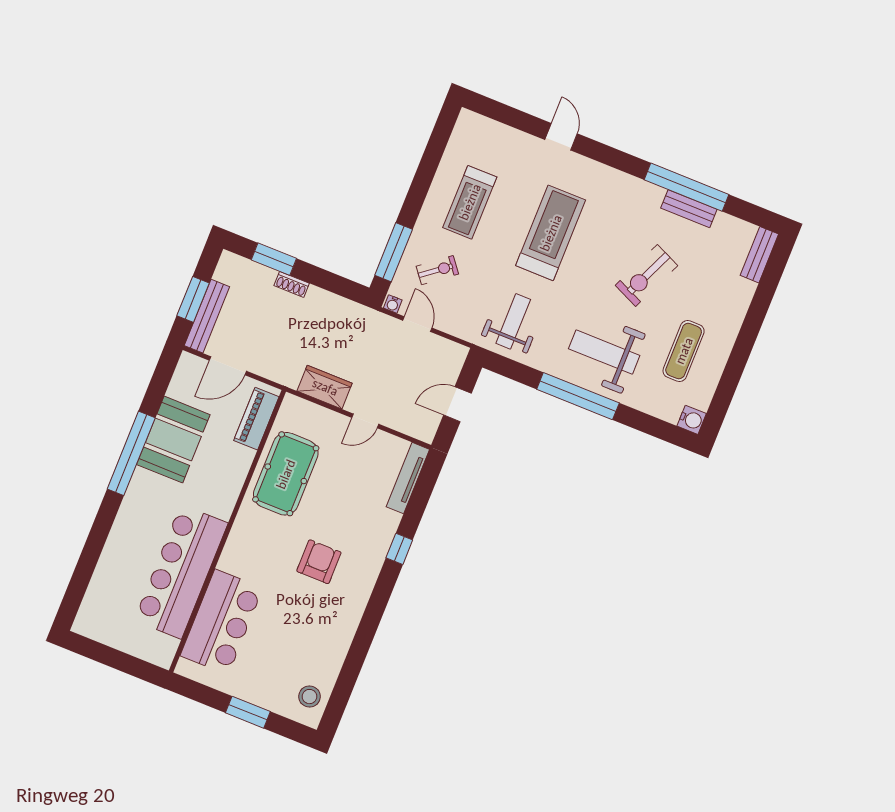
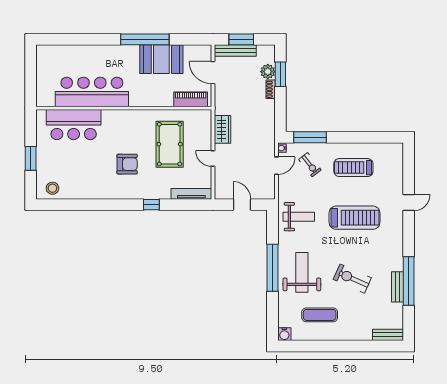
plant: (261, 278) -> (268, 72), added
pool table: (286, 474) -> (170, 144), moved, turned 90

